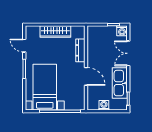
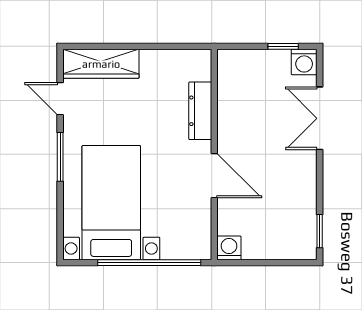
wardrobe: (55, 32) -> (101, 64), moved
kitchen sink: (120, 83) -> (299, 192), removed
washing machine: (104, 105) -> (229, 248), moved

